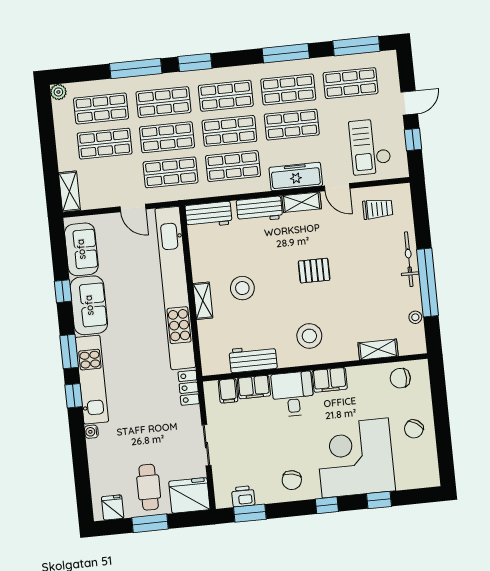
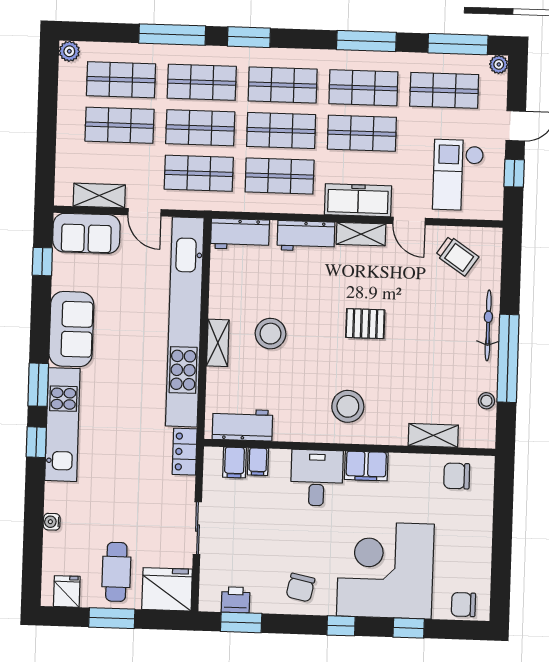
plant: (390, 57) -> (499, 64), added
shelving: (69, 191) -> (99, 196), moved, turned 90
trolley: (378, 209) -> (457, 256), turned 34
sofa: (81, 249) -> (86, 233), moved, turned 90
window: (63, 291) -> (42, 262), moved
workbench: (253, 359) -> (242, 425), moved
filing cabinet: (254, 387) -> (258, 462), width x0.50
chair: (414, 429) -> (463, 605), moved, turned 56
water cooler: (91, 432) -> (52, 522), moved

